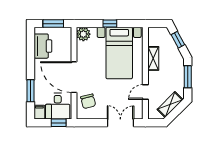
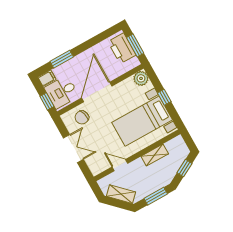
printer: (43, 46) -> (122, 48), moved, turned 90
double door: (120, 123) -> (73, 149), moved

